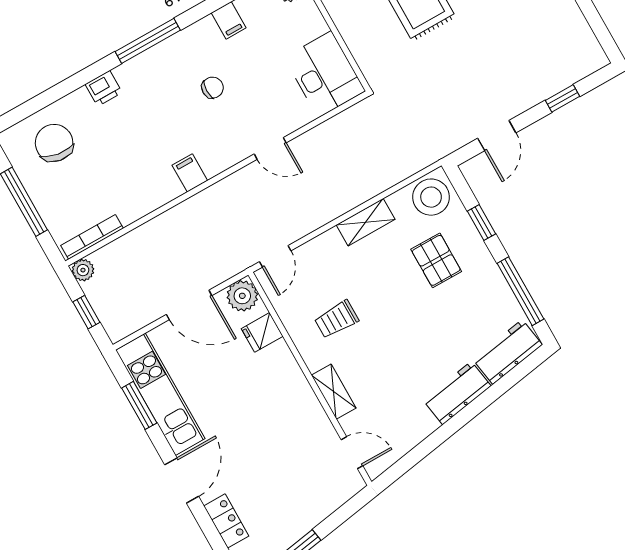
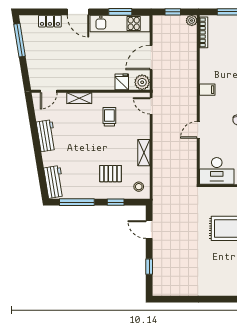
stool: (431, 197) -> (139, 187), width x0.53, depth x0.53
workbench: (457, 393) -> (46, 136), moved

